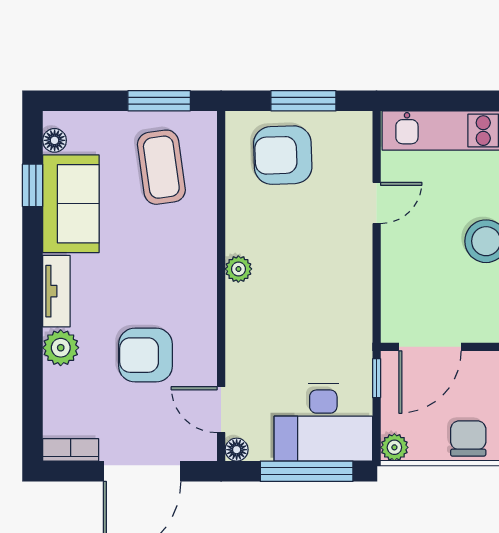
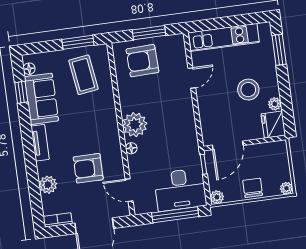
plant: (238, 269) -> (135, 125), width x1.88, depth x1.88
plant: (61, 348) -> (48, 185), moved
floor lamp: (237, 450) -> (131, 148), moved

